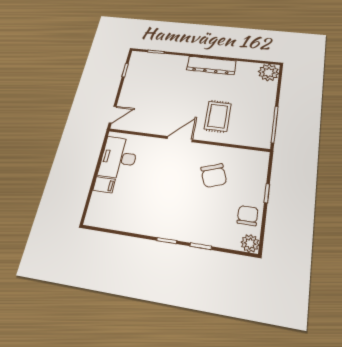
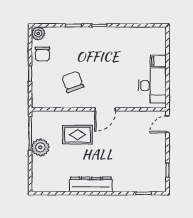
plant: (269, 72) -> (40, 147), moved
rug: (218, 116) -> (78, 135), turned 90

